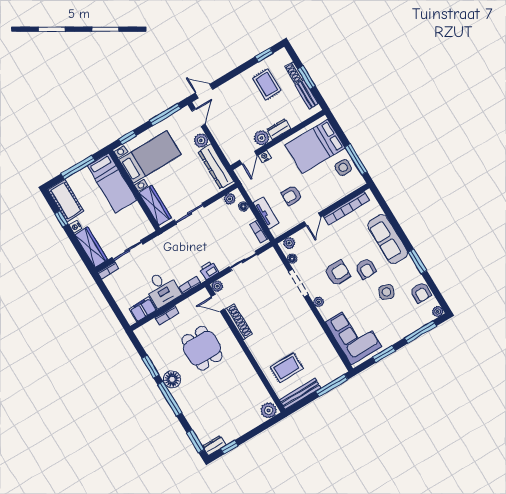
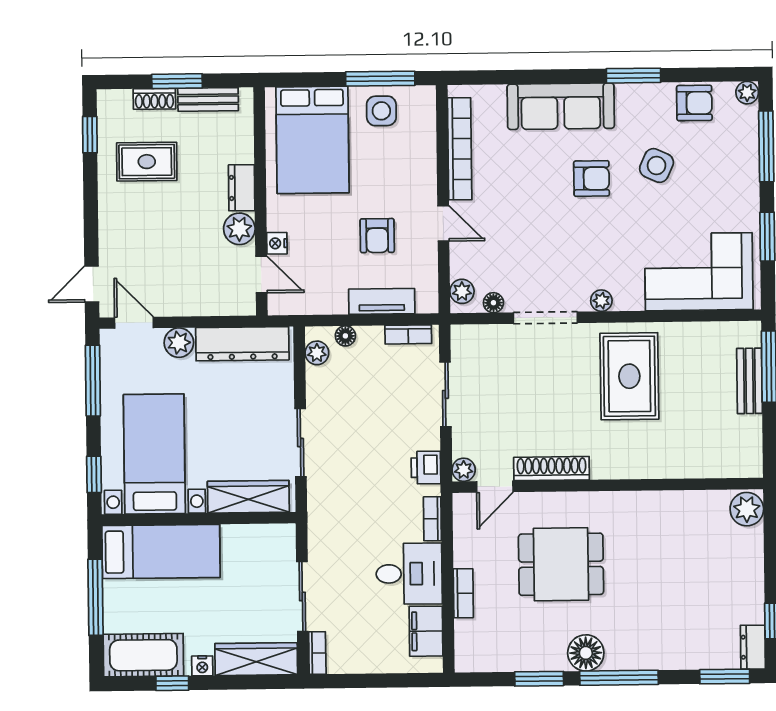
armchair: (338, 273) -> (569, 235), removed
rug: (287, 368) -> (629, 376), moved, width x1.36, depth x1.43
bench: (300, 394) -> (749, 381), moved, width x0.73

